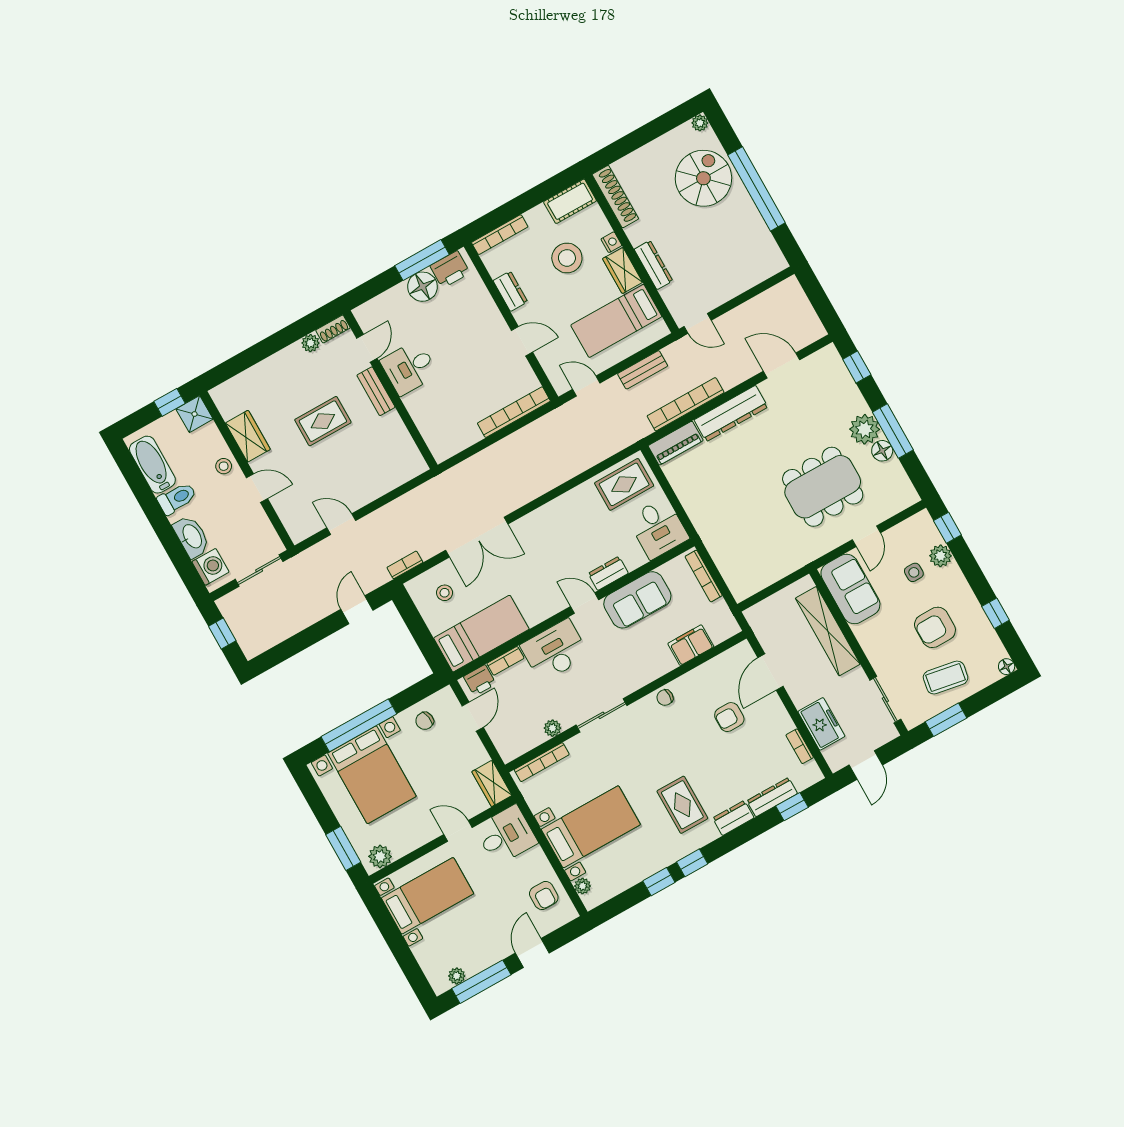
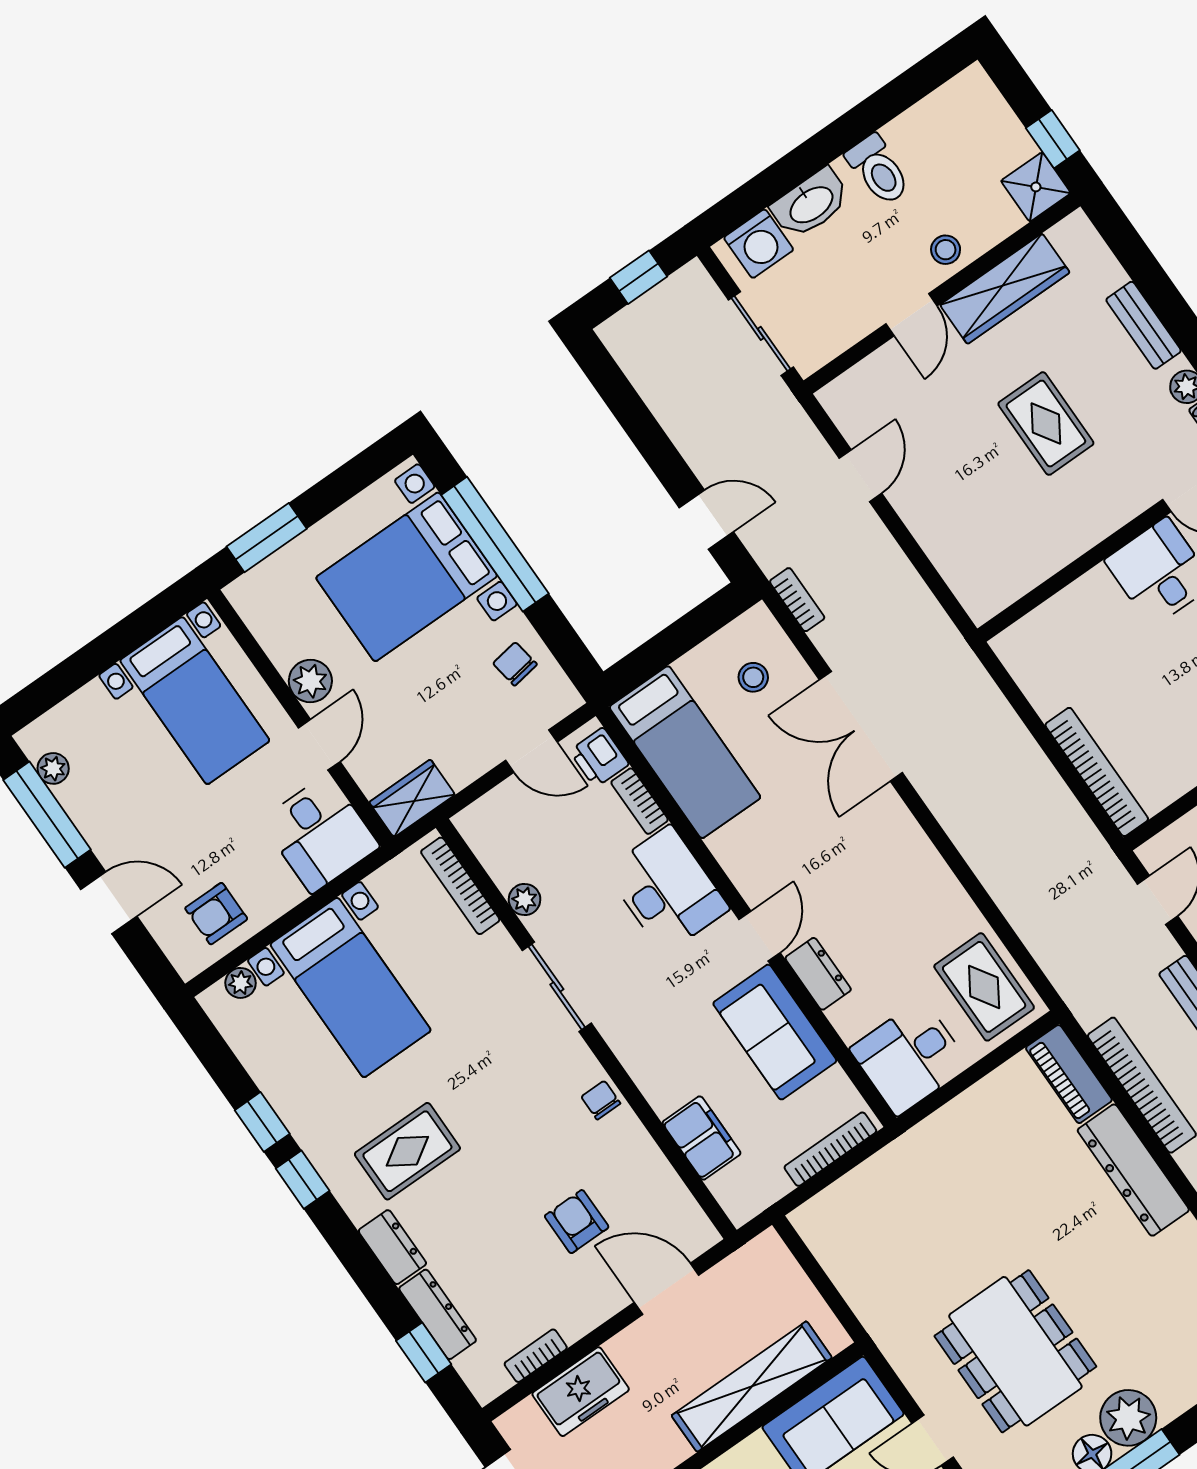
bench: (376, 391) -> (1144, 325), moved, turned 90
wardrobe: (248, 436) -> (1005, 289), width x1.50
bathtub: (152, 465) -> (936, 119), removed
plant: (380, 856) -> (310, 681), moved

